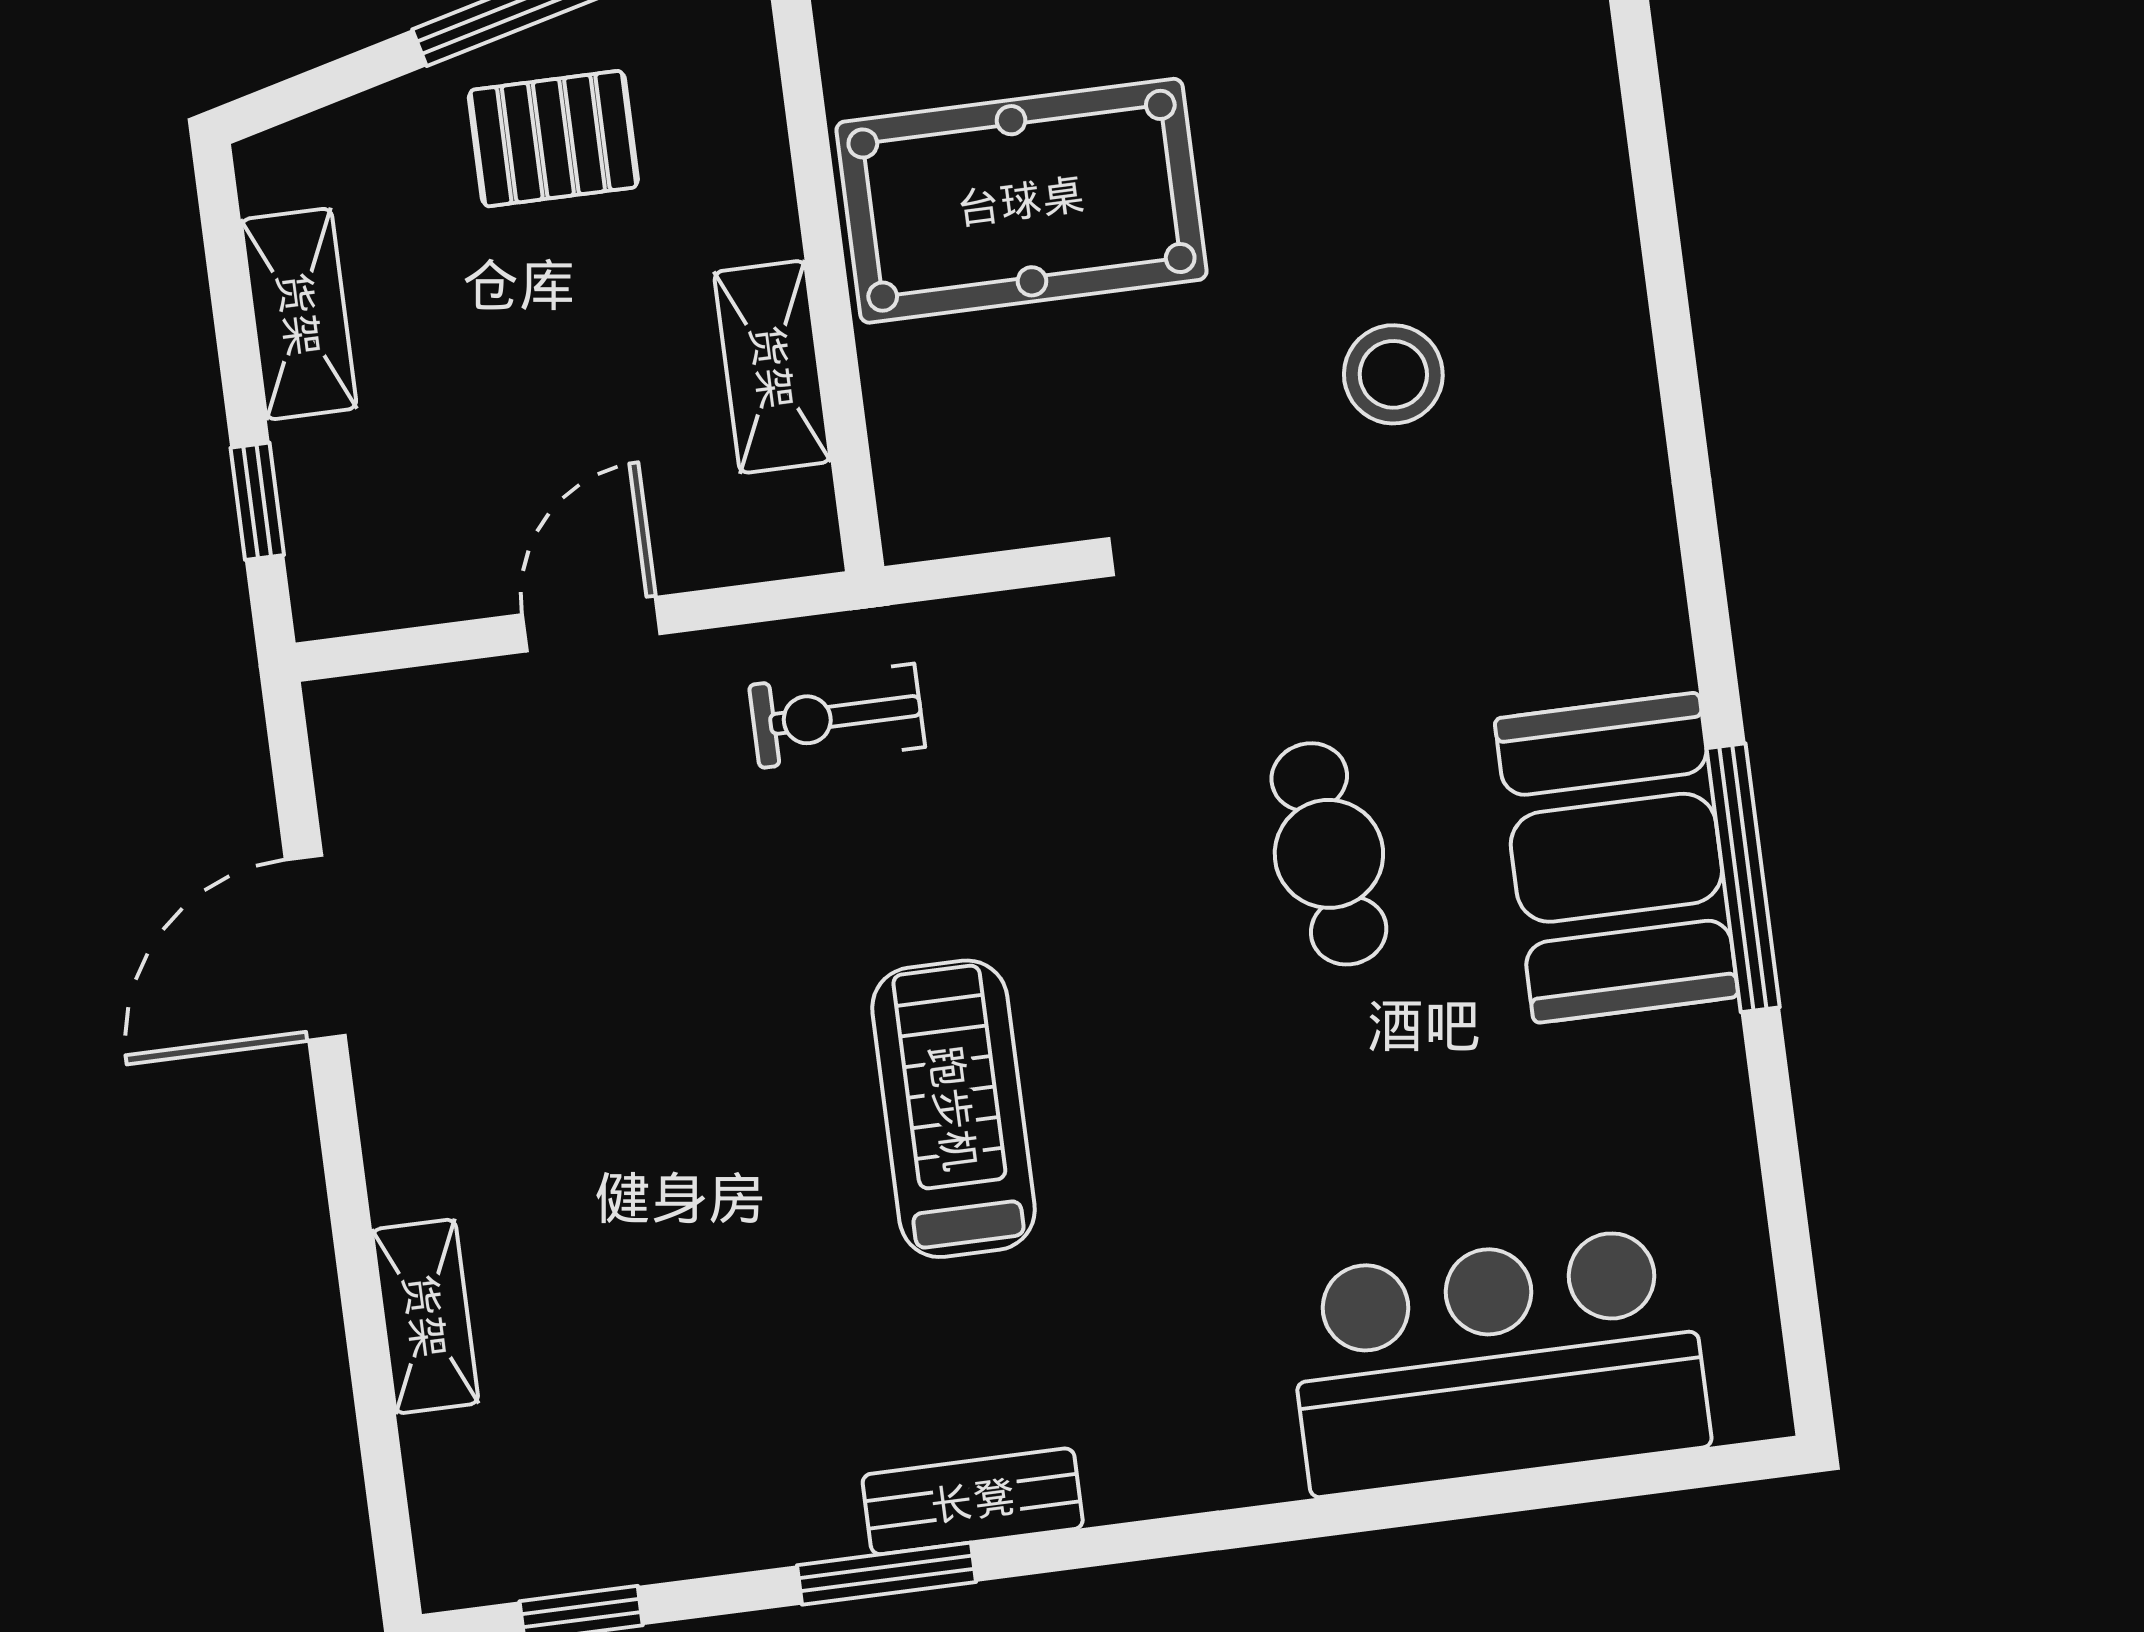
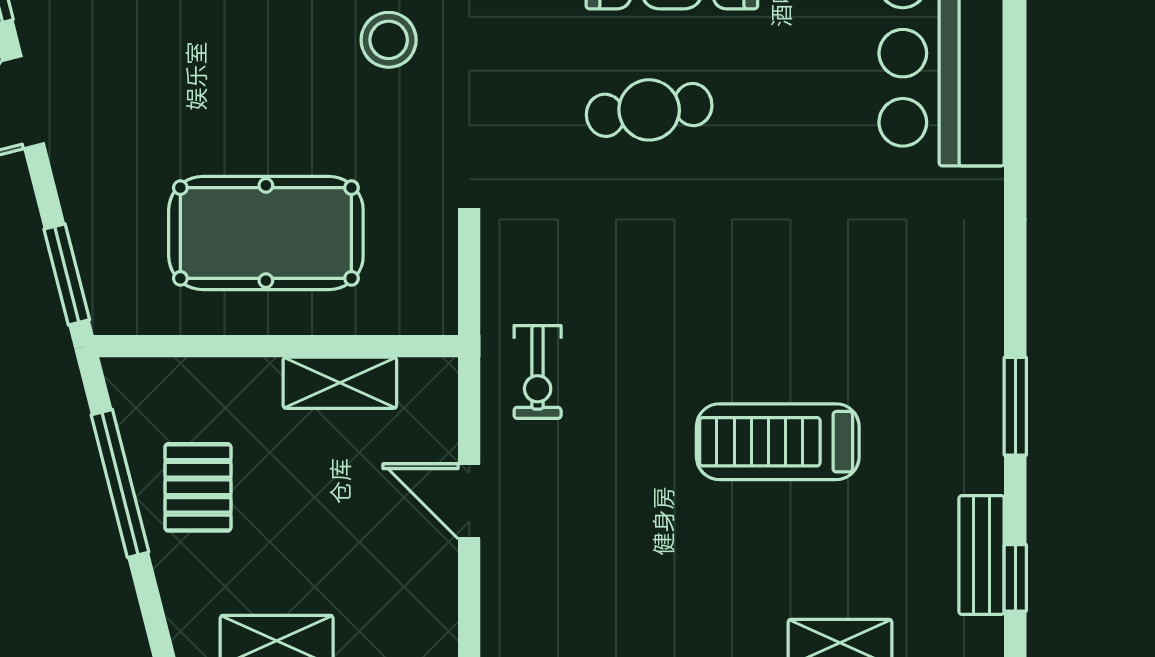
pool table: (1021, 201) -> (266, 233), turned 90
treadmill: (953, 1109) -> (778, 442), moved
bench: (973, 1501) -> (982, 555), moved

